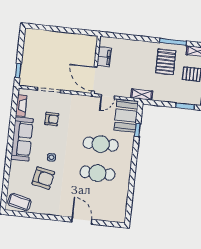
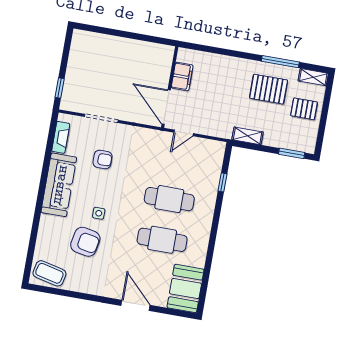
pallet: (166, 62) -> (269, 89), turned 90
shelving: (142, 95) -> (248, 136), moved
booth: (126, 116) -> (186, 288), moved

